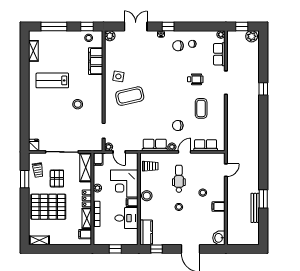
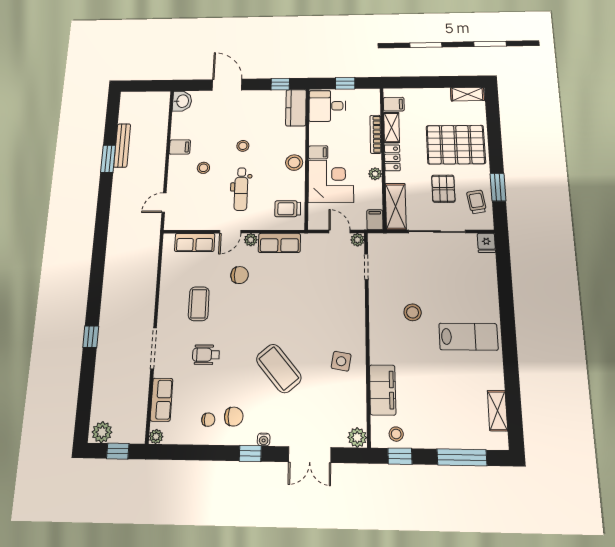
lab bench: (52, 80) -> (468, 337), moved
coffee table: (130, 96) -> (279, 368), moved, turned 63
desk: (126, 218) -> (327, 106), moved

